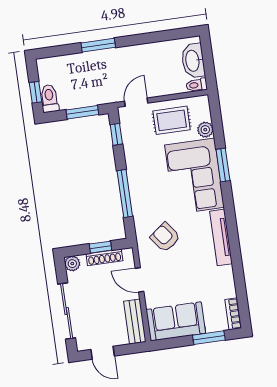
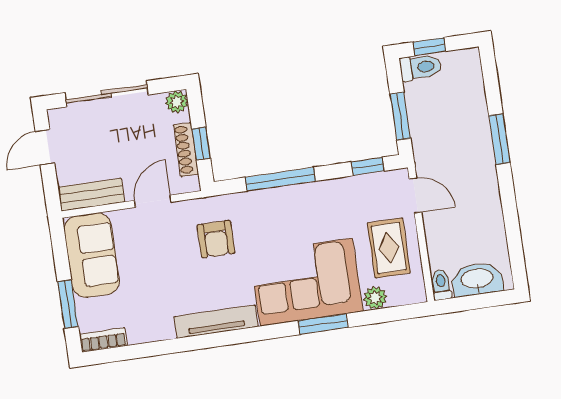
armchair: (165, 237) -> (216, 239), turned 127

